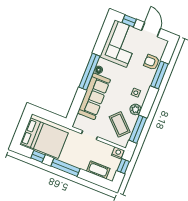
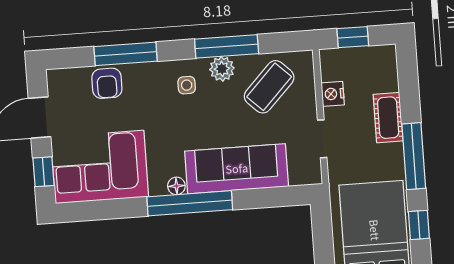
window: (138, 129) -> (227, 46), moved
nightstand: (118, 153) -> (333, 94), moved
cot: (98, 170) -> (388, 118), moved

